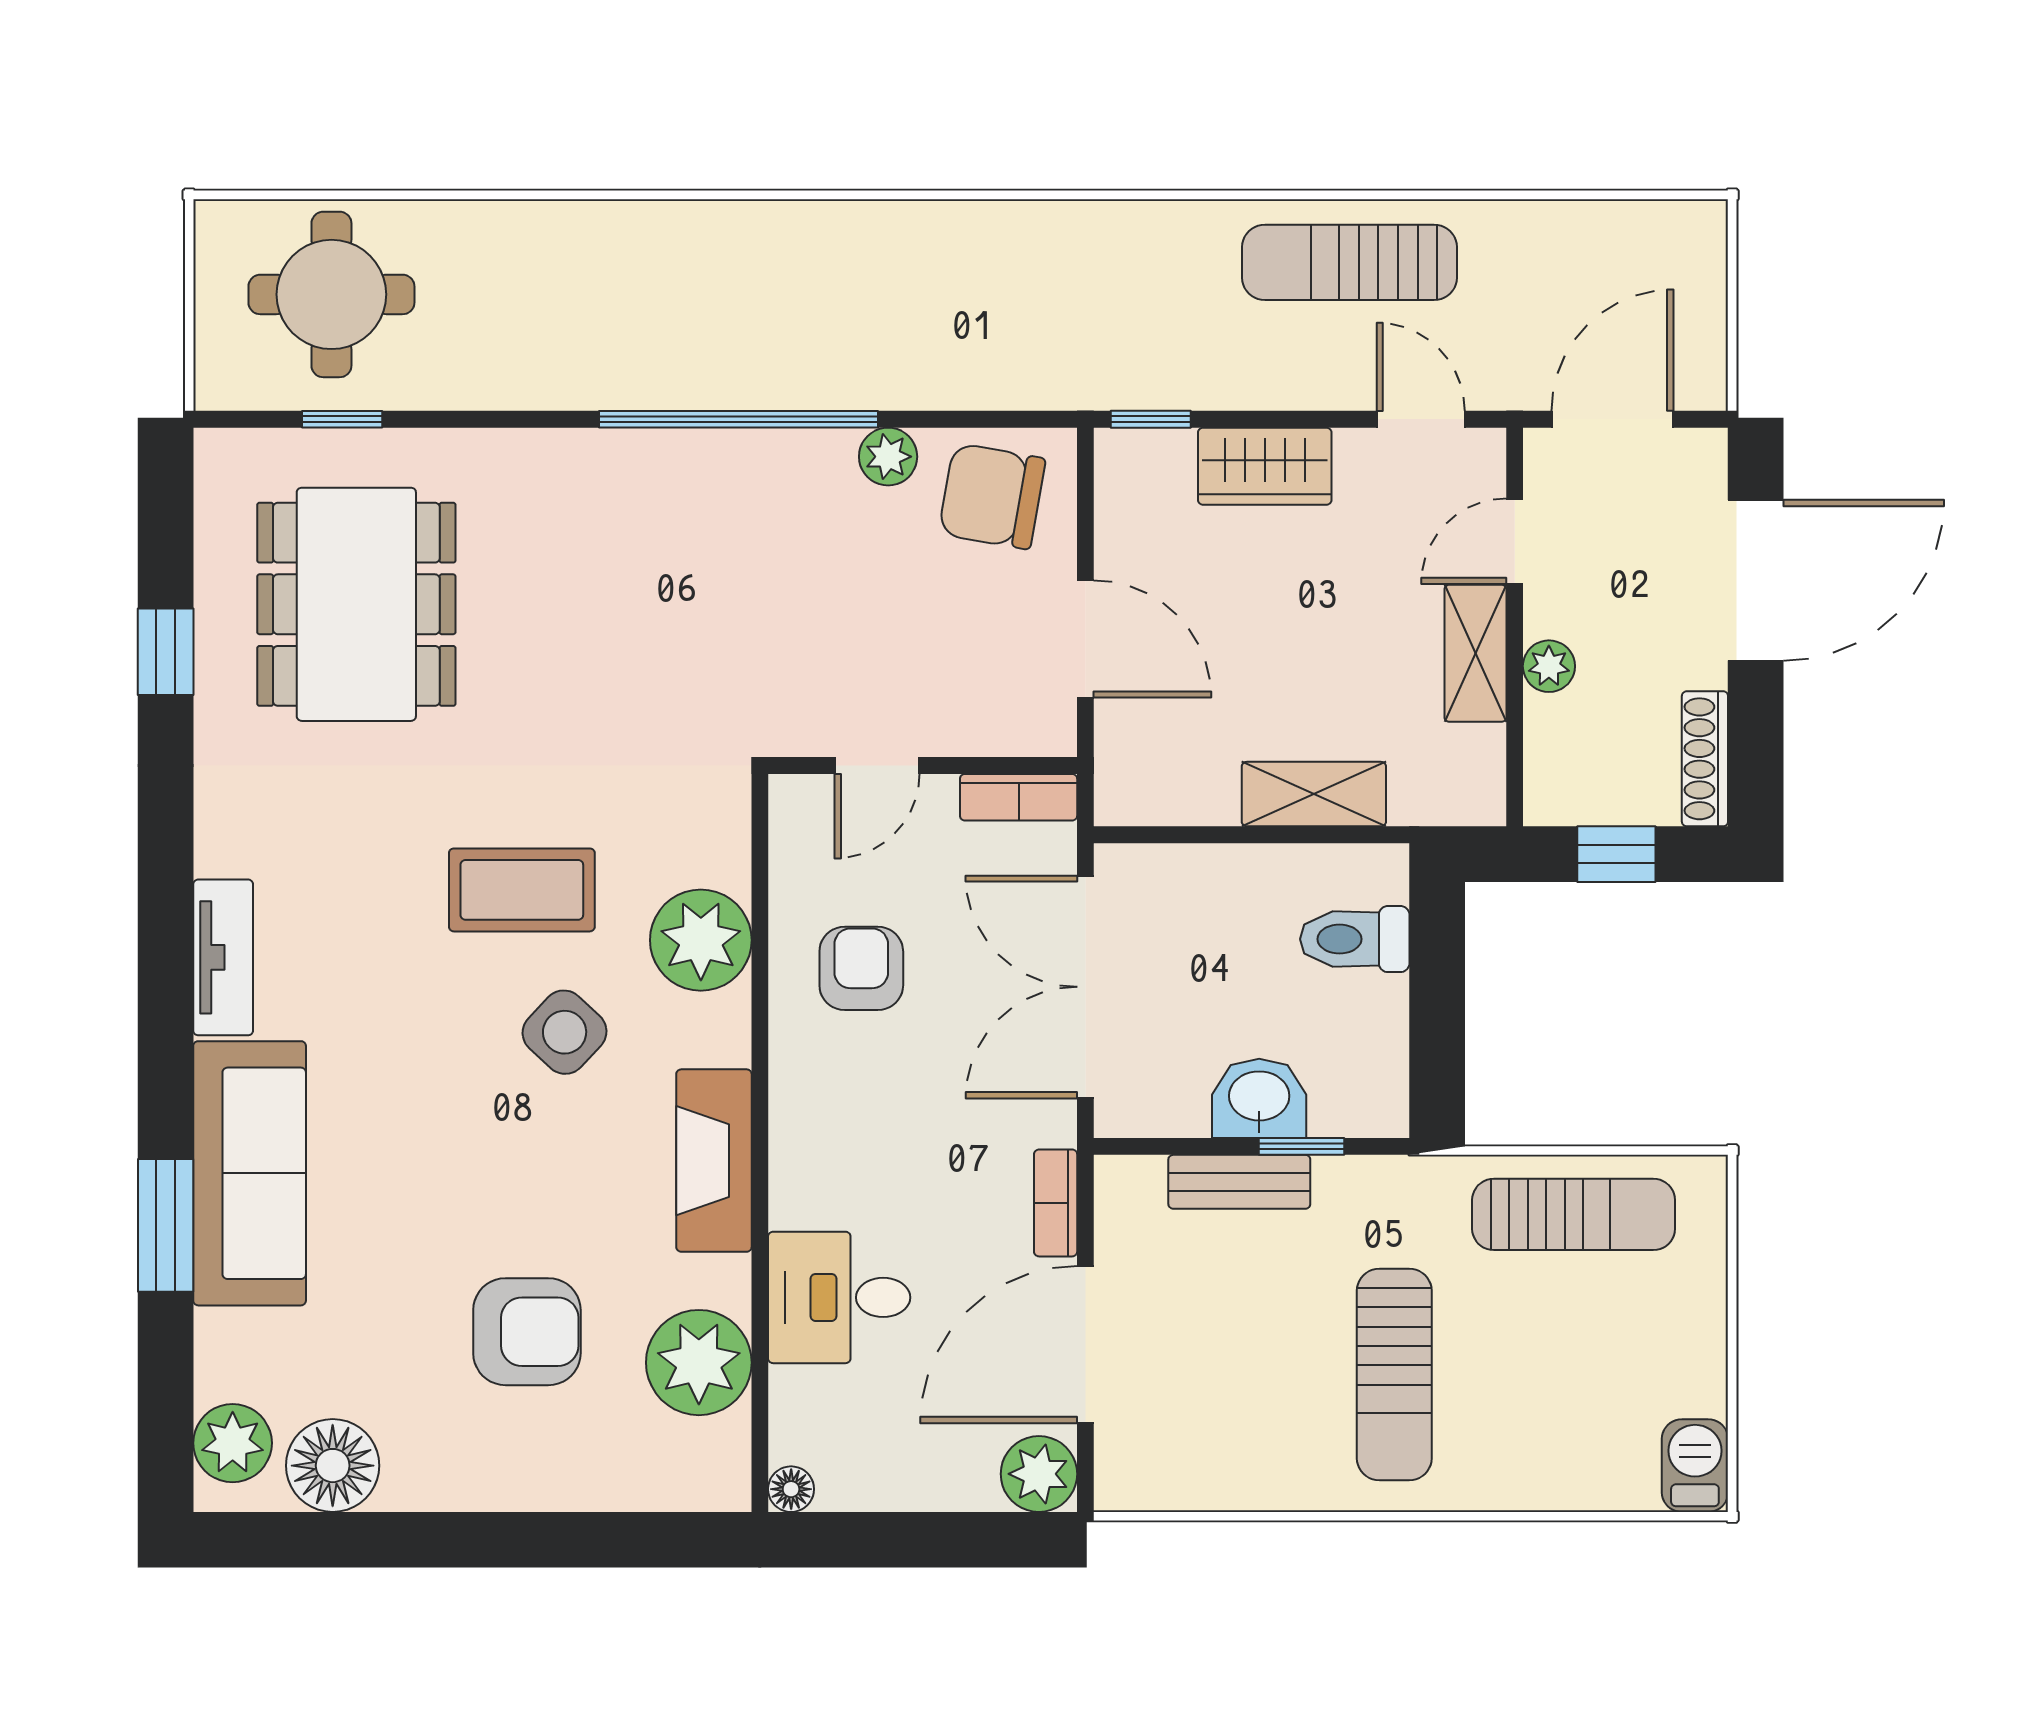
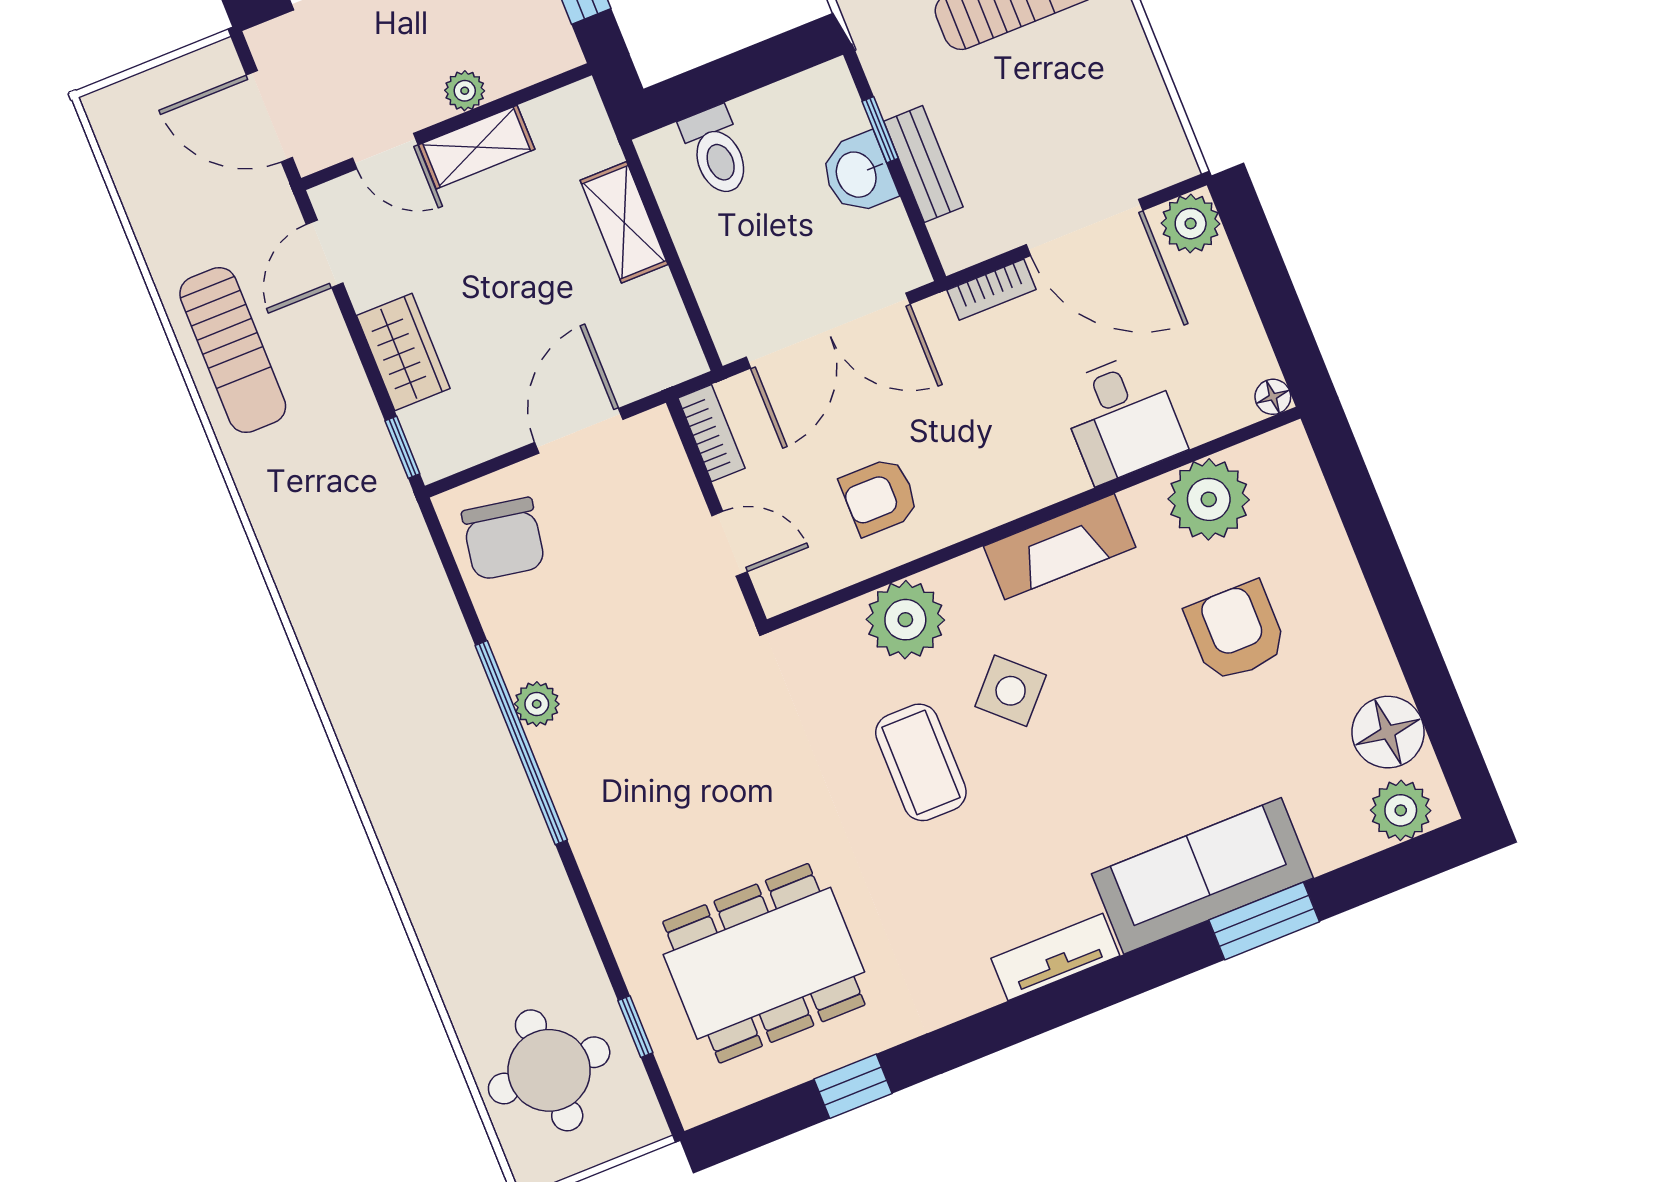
plant: (888, 457) -> (537, 704), moved

